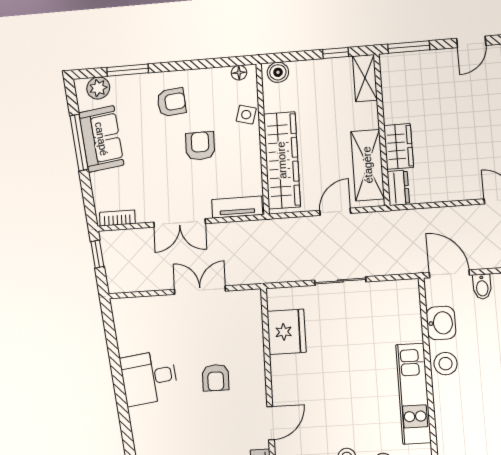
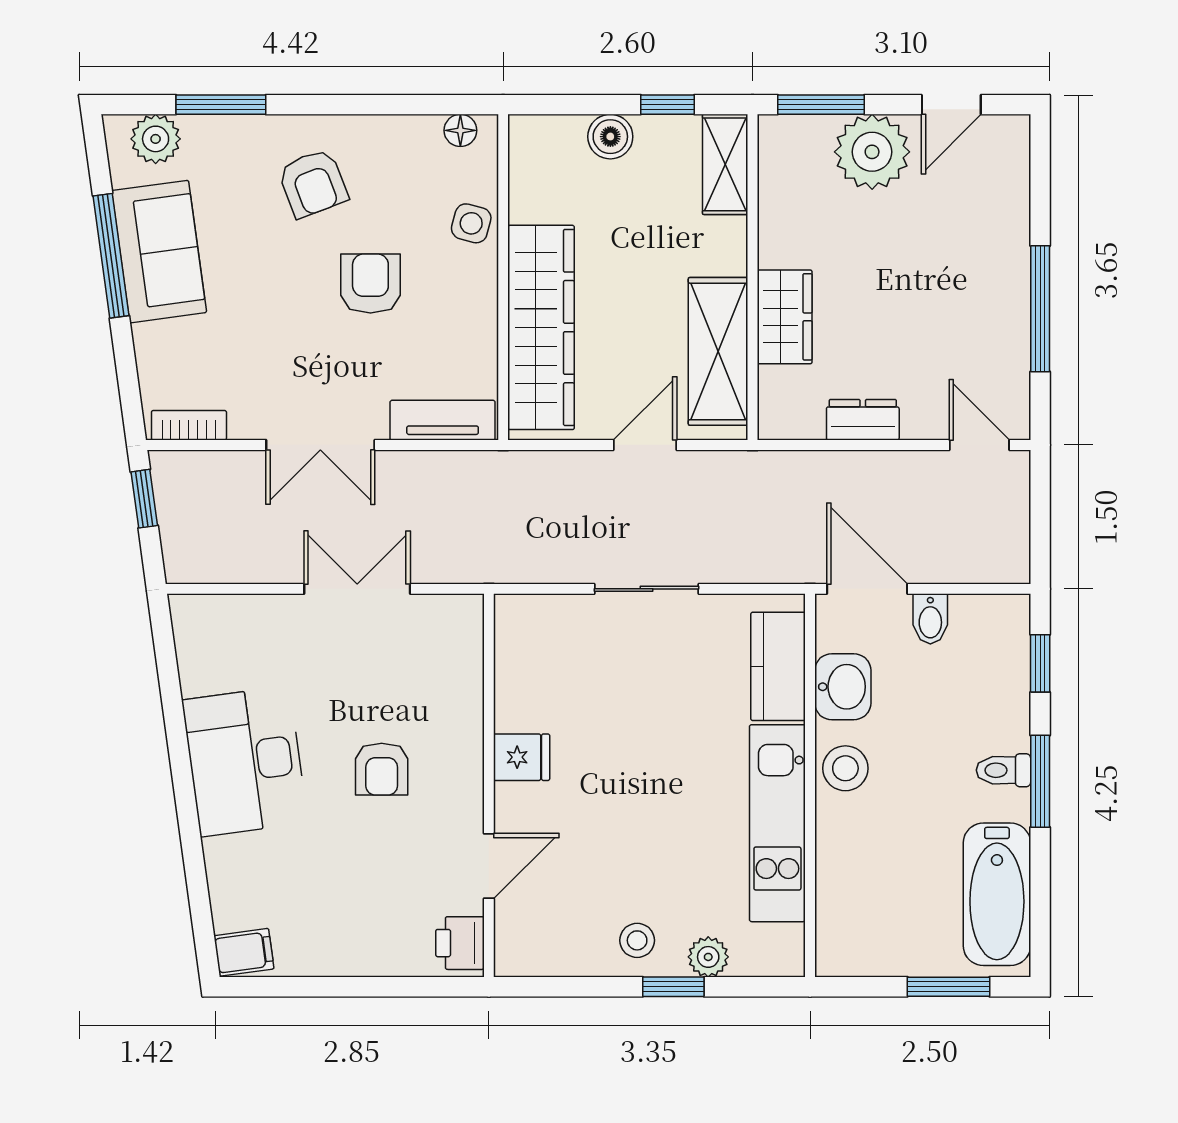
plant: (435, 67) -> (872, 152), added
boiler: (278, 72) -> (610, 137), moved
armchair: (171, 102) -> (313, 183), turned 75
dresser: (398, 188) -> (863, 420), moved, turned -90
kitchen counter: (408, 315) -> (778, 666), added
fridge: (287, 332) -> (522, 757), moved, width x0.53, depth x0.75
desk: (149, 378) -> (245, 761), width x1.37

